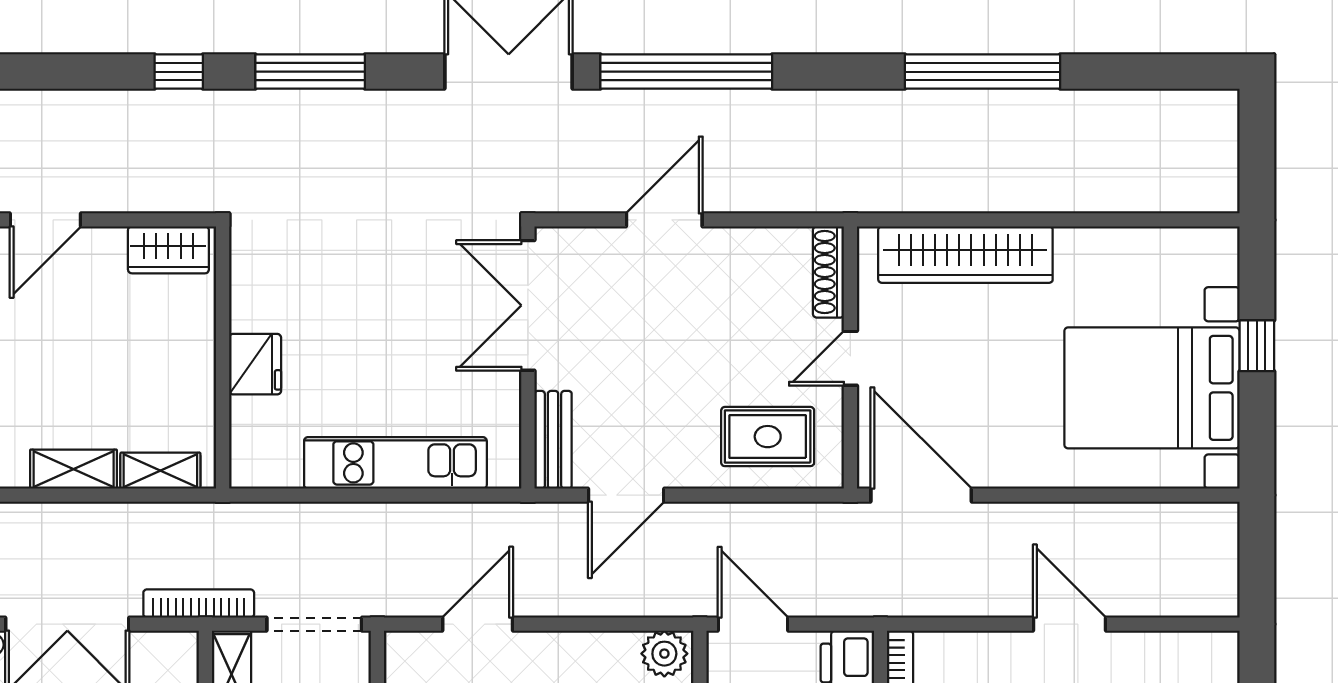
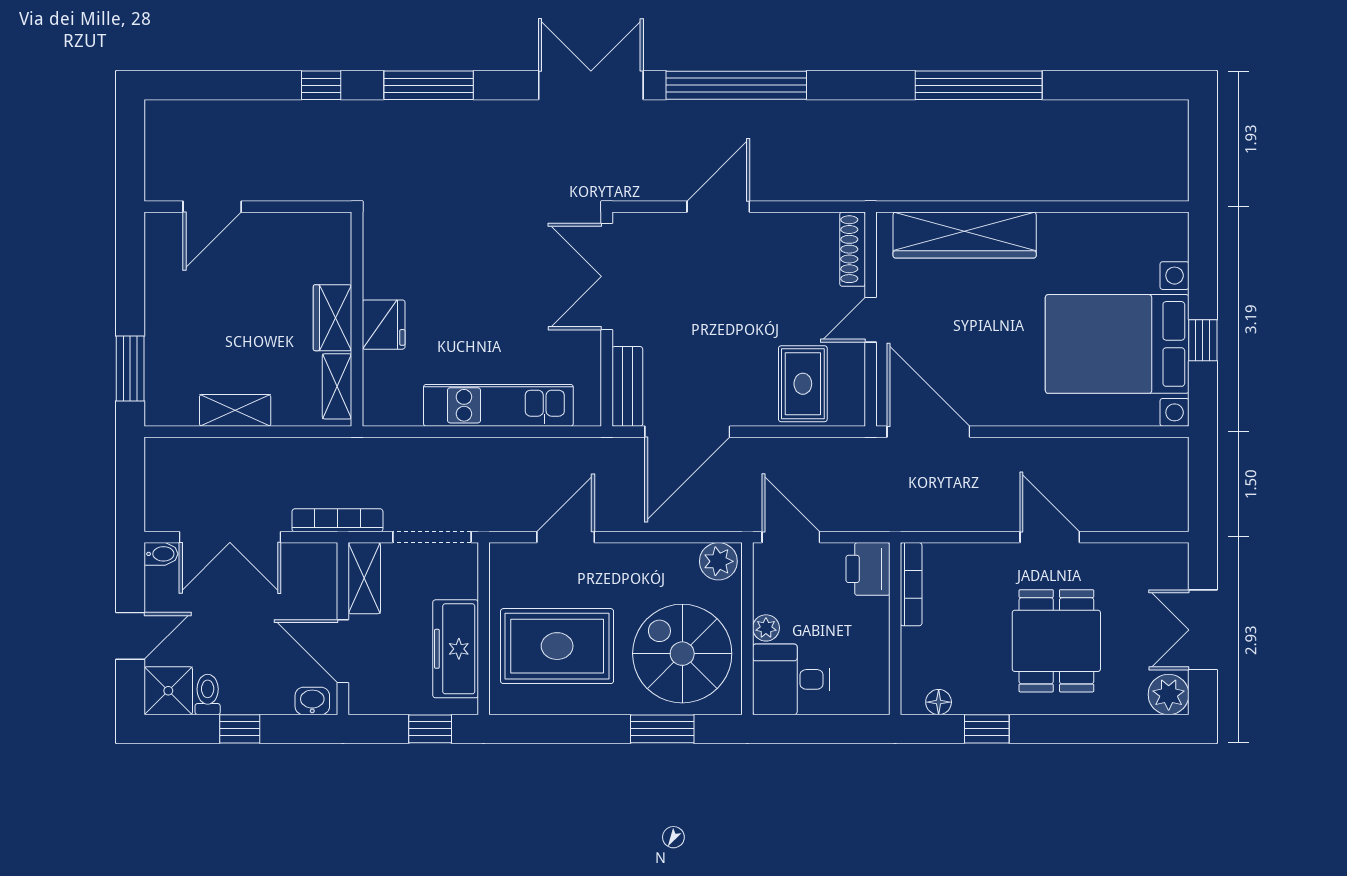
wardrobe: (168, 250) -> (333, 318), moved, turned 90
window: (1257, 346) -> (1203, 340), moved
rug: (768, 437) -> (803, 384), turned 90
shelving: (160, 471) -> (337, 386), moved, turned 90
door: (626, 495) -> (687, 432), width x1.36

